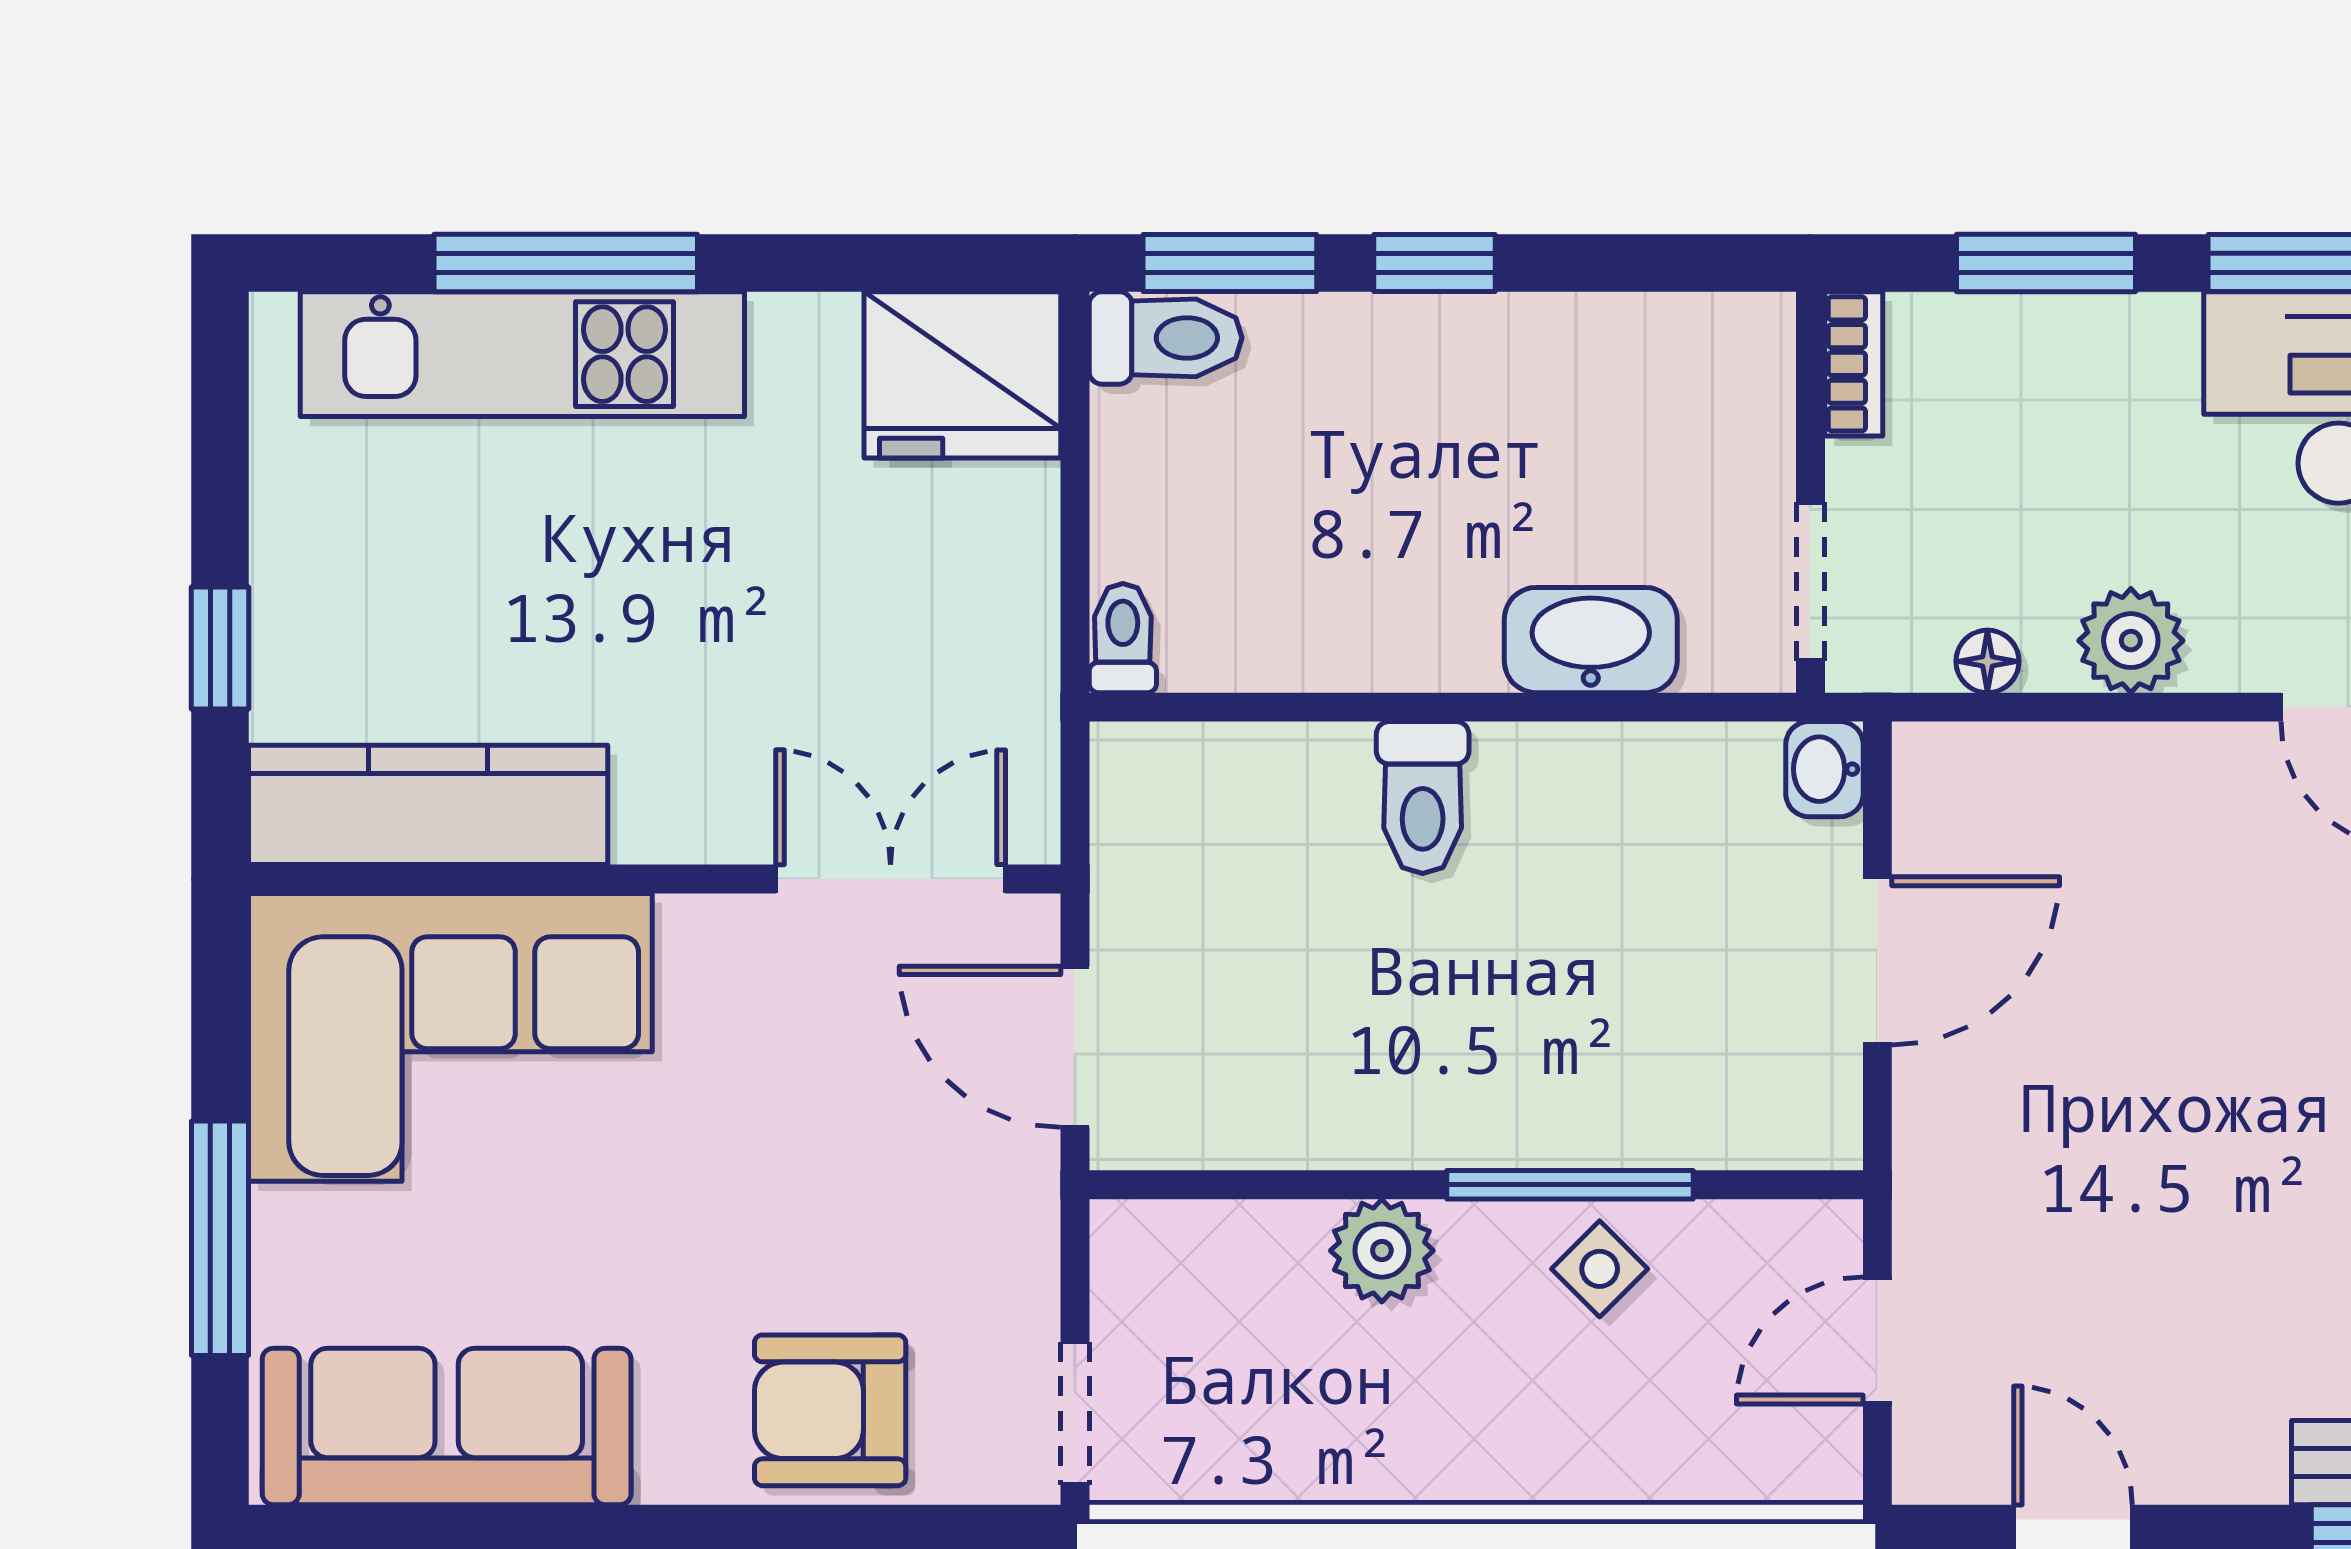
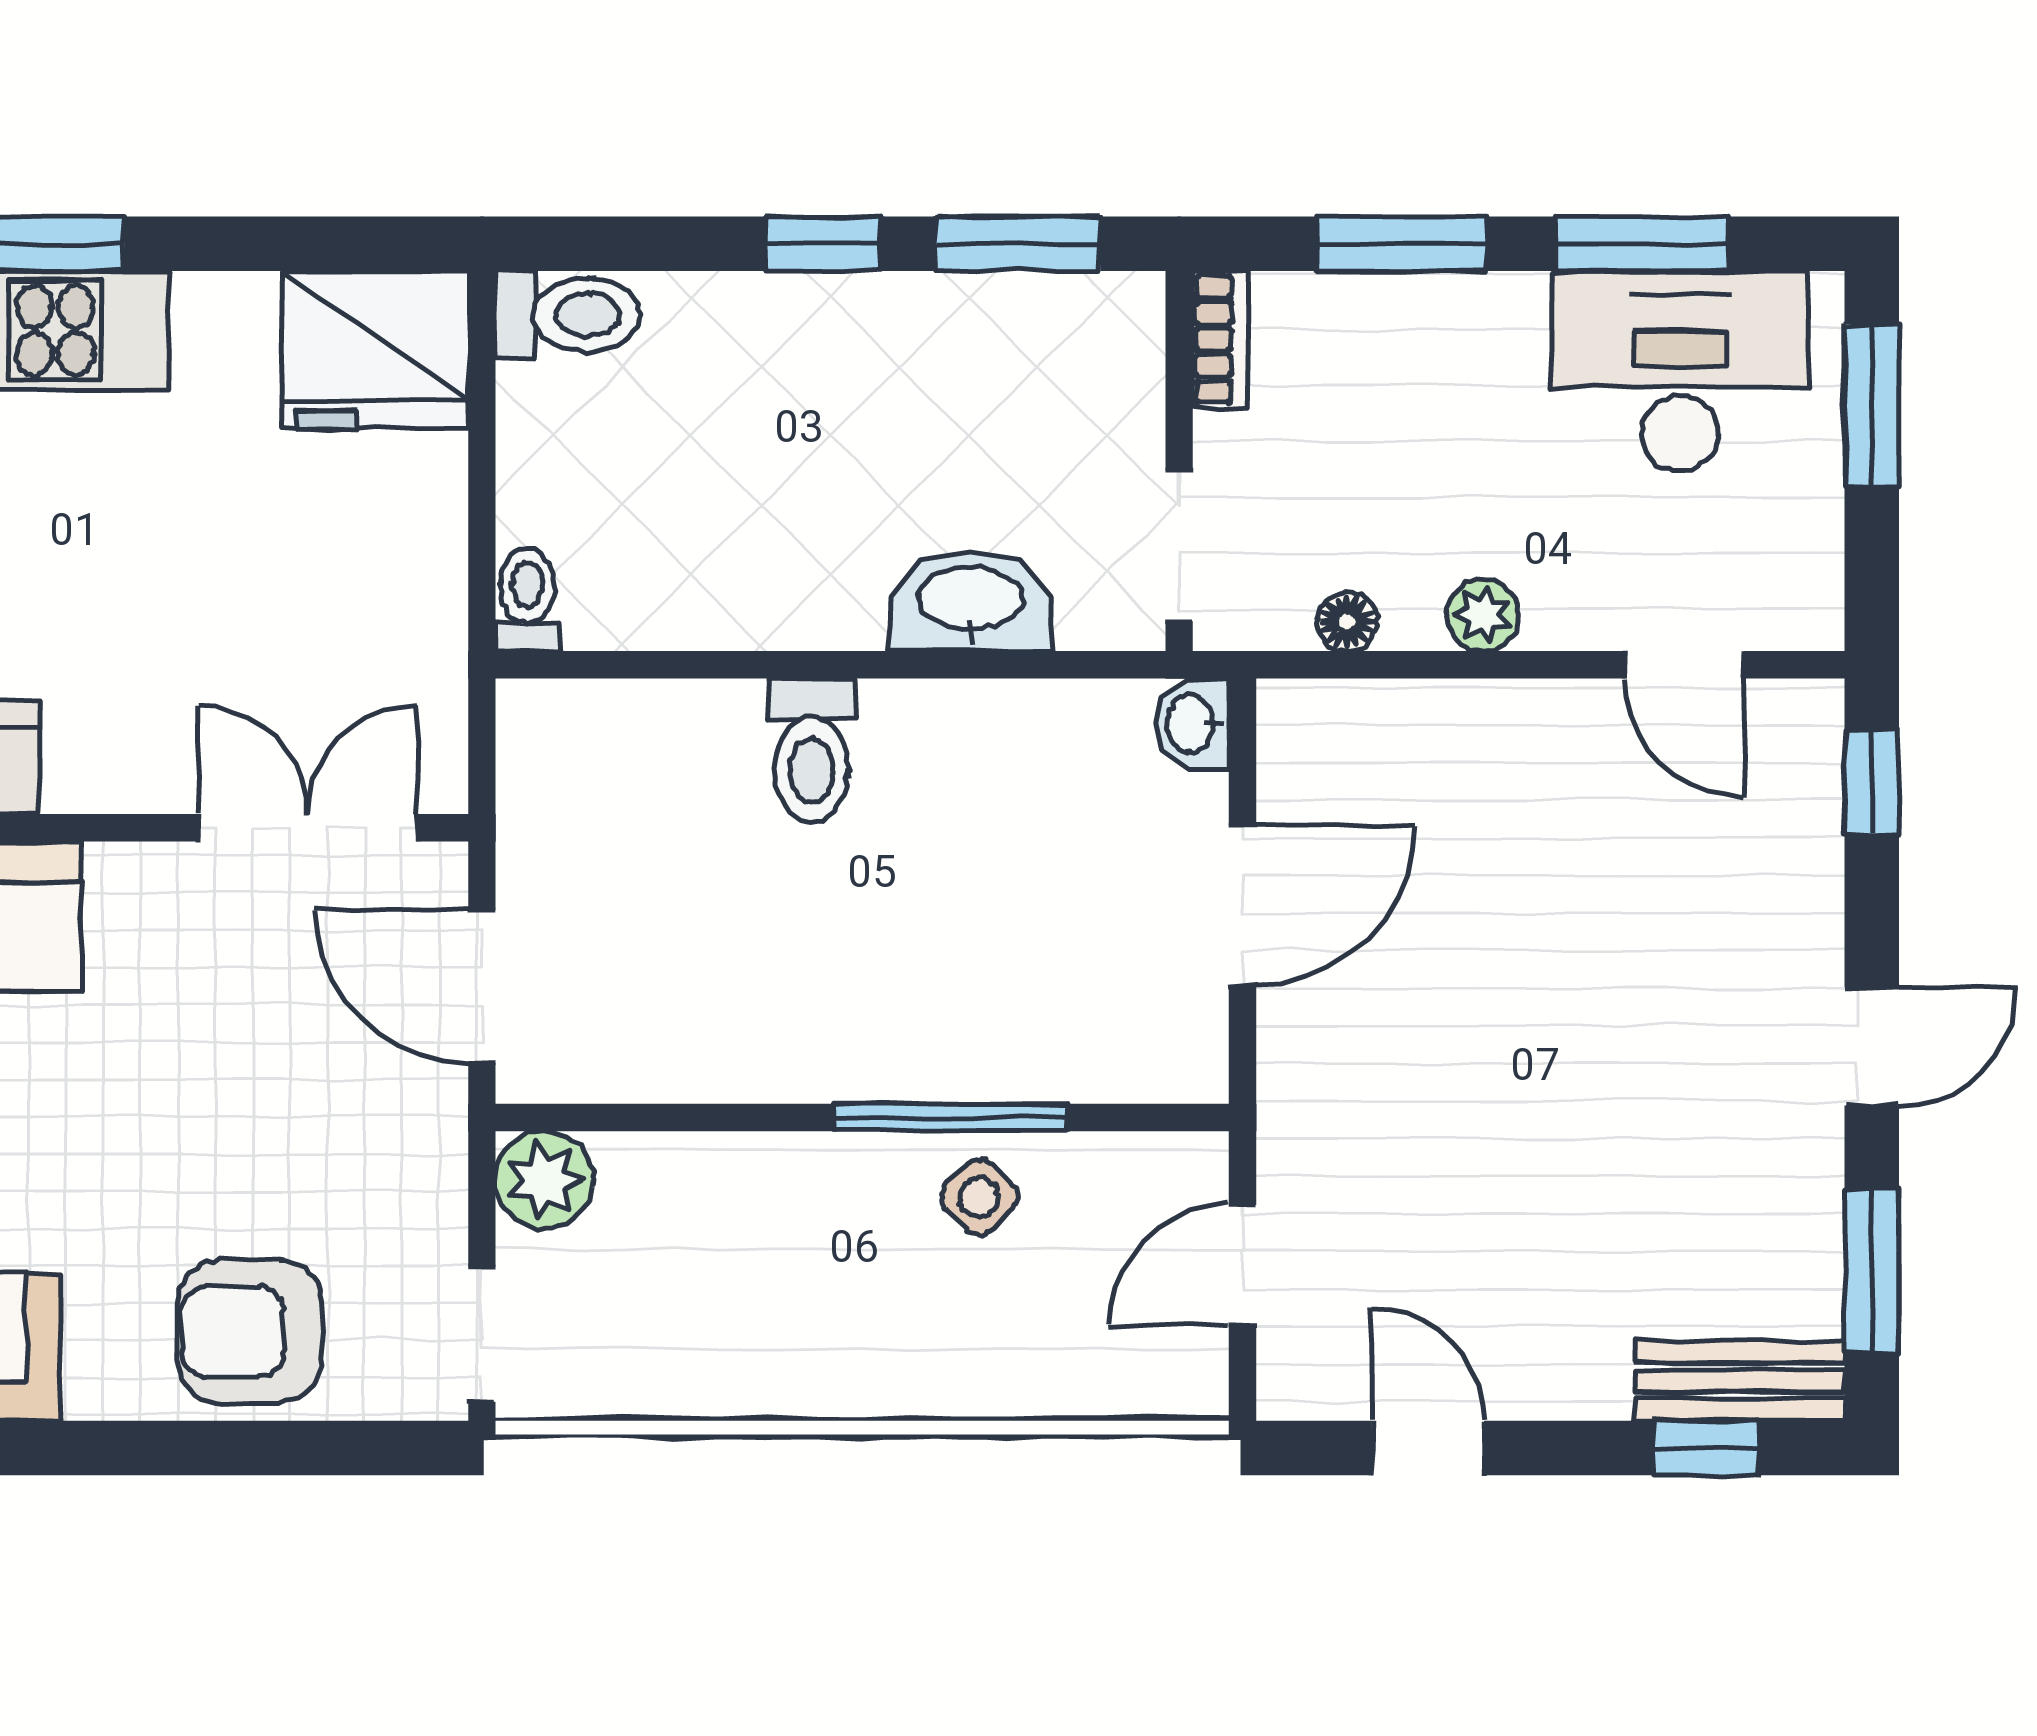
window: (1230, 263) -> (1018, 244), moved
plant: (2131, 641) -> (1483, 615), width x0.73, depth x0.73
plant: (1382, 1251) -> (544, 1180), moved

